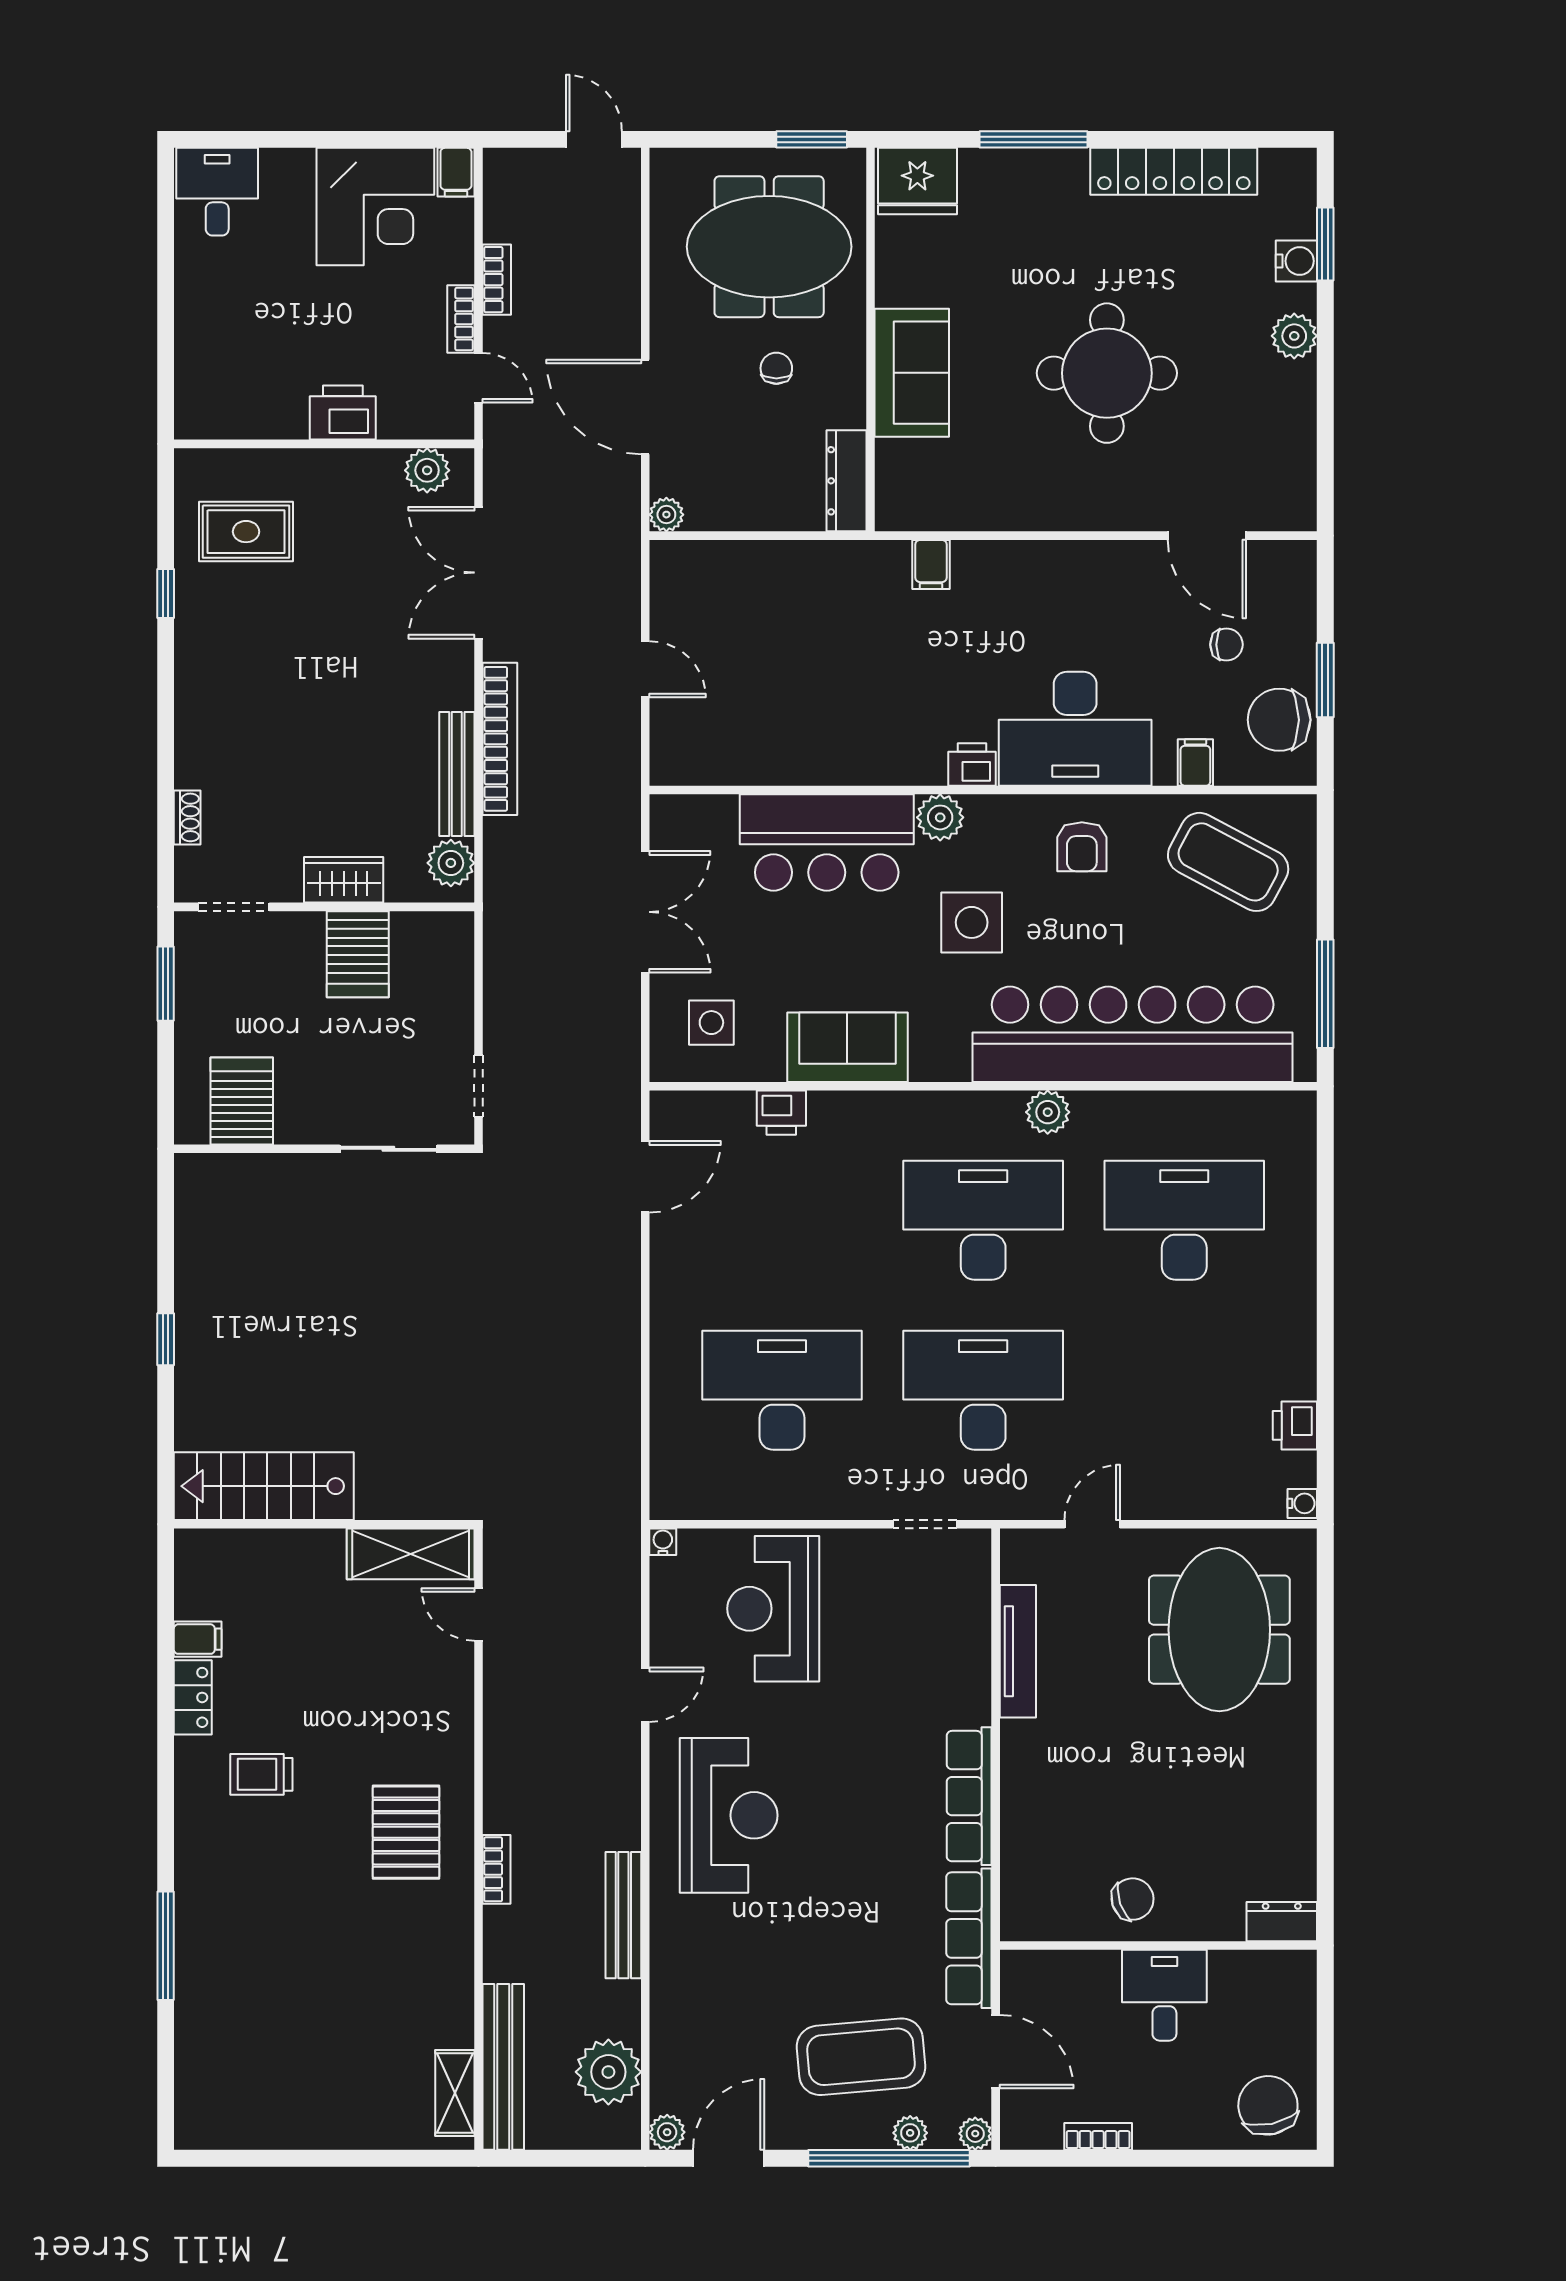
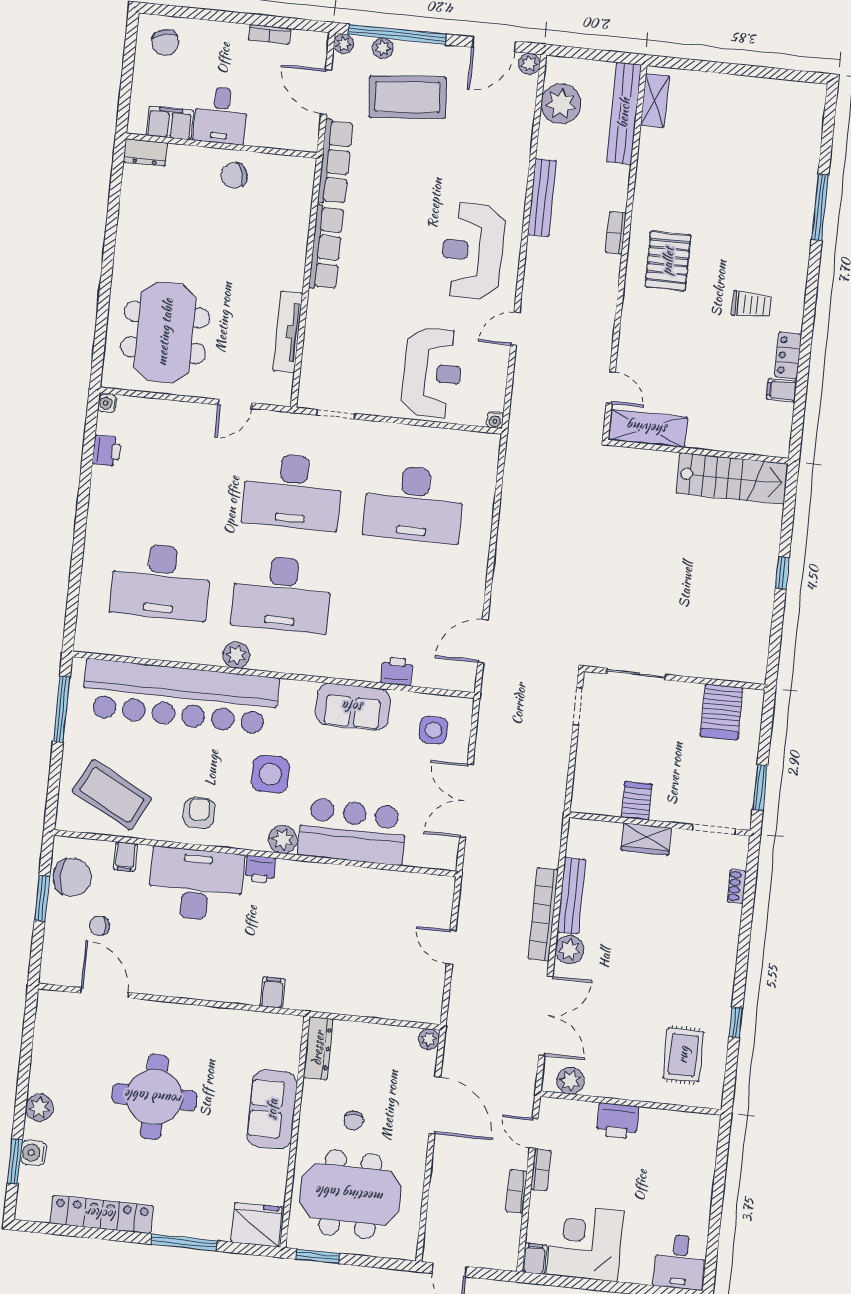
rug: (246, 532) -> (683, 1055), turned 90
plant: (451, 863) -> (569, 950), moved
server rack: (358, 954) -> (637, 801), width x0.73, depth x0.70
filing cabinet: (1247, 1974) -> (170, 123), added
chair: (1268, 2105) -> (165, 42), width x0.73, depth x0.73

